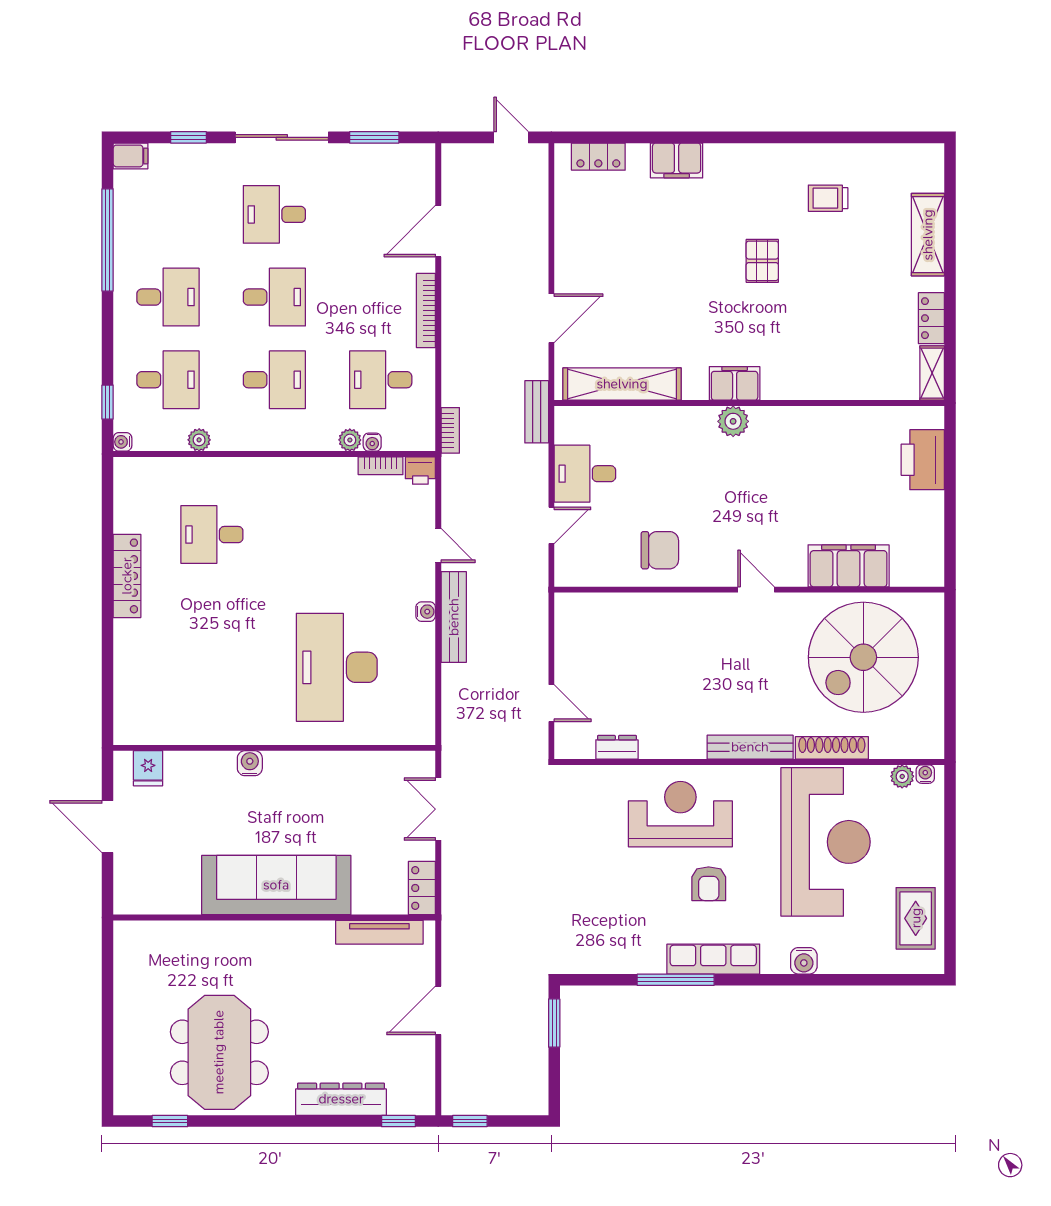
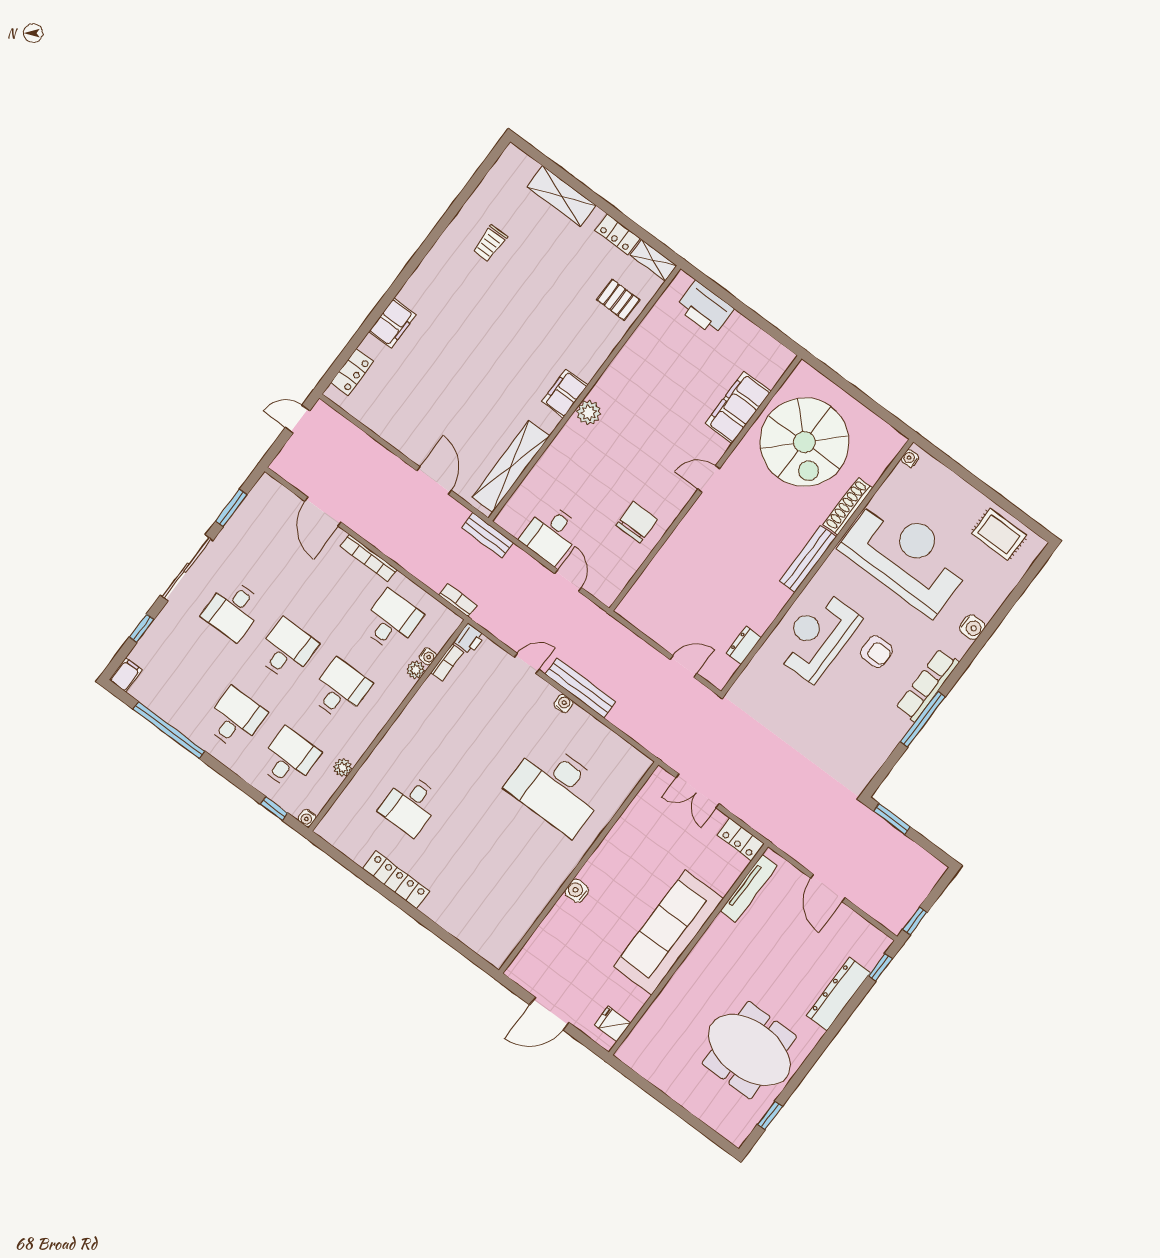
pallet: (762, 261) -> (618, 300), moved
desk: (381, 380) -> (391, 621), turned 180
fridge: (148, 768) -> (612, 1024), moved, turned 180
plant: (902, 776) -> (900, 474), removed

